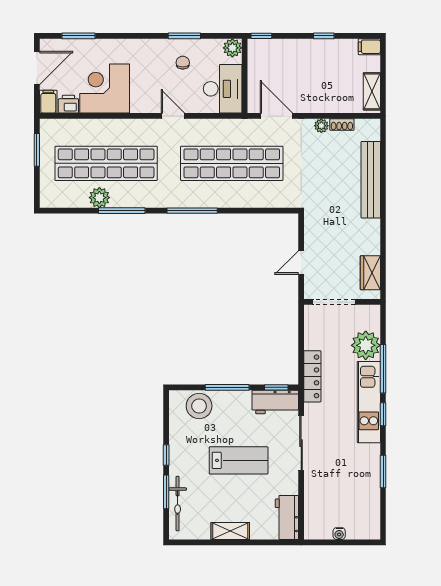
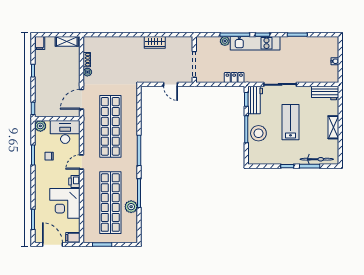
printer: (68, 104) -> (74, 182), moved
bench: (371, 180) -> (120, 42), removed
wardrobe: (370, 273) -> (155, 42), moved
plant: (366, 345) -> (225, 41), width x0.53, depth x0.53
locker: (312, 376) -> (234, 78), width x0.66
stool: (199, 406) -> (258, 133), moved

